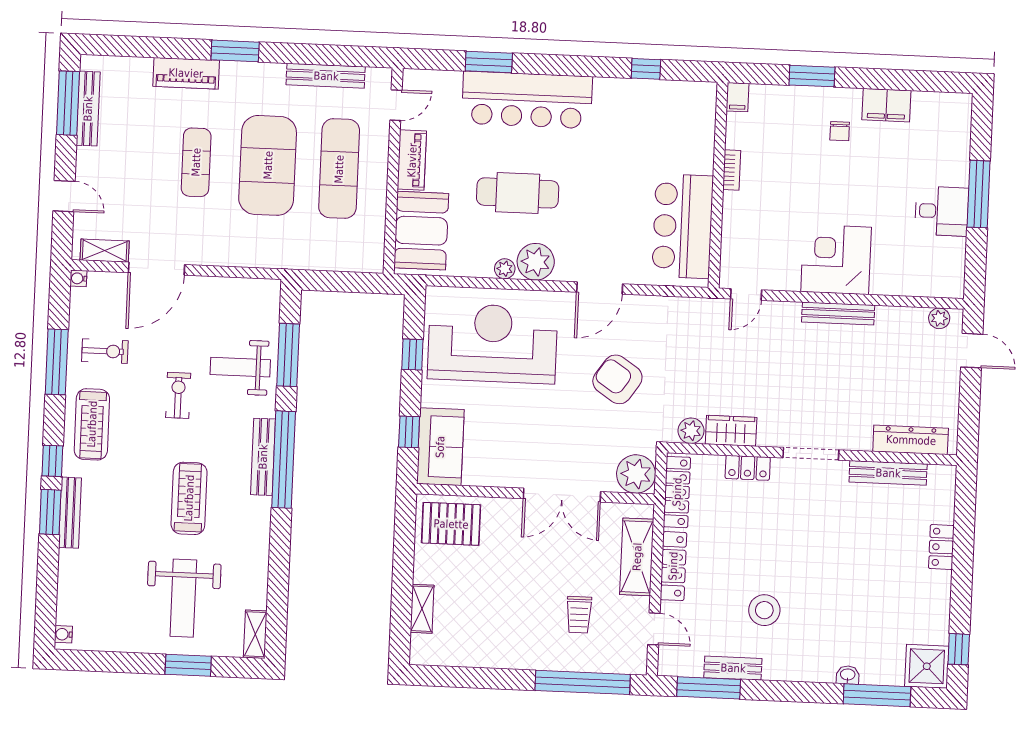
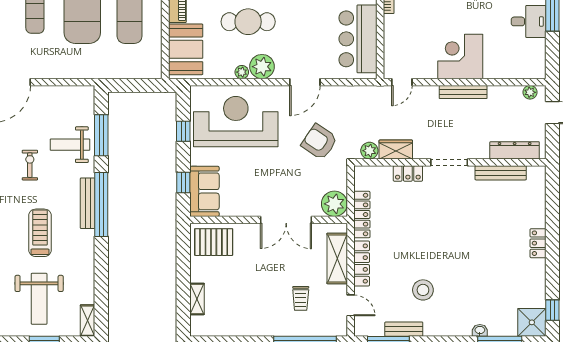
plant: (691, 431) -> (369, 151), moved
wardrobe: (731, 431) -> (396, 150), moved
dresser: (911, 440) -> (515, 150), moved
doorway: (811, 454) -> (449, 162), moved
wall: (812, 454) -> (450, 162), moved
locker: (748, 468) -> (408, 174), moved
bench: (888, 473) -> (501, 173), moved

